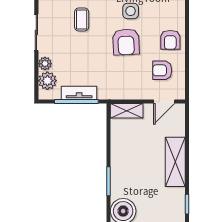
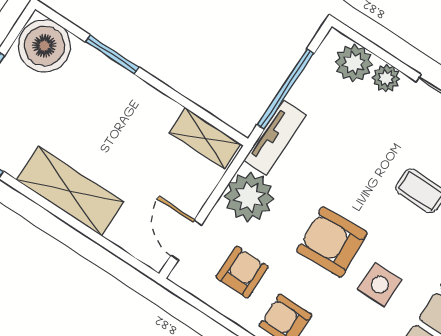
plant: (130, 88) -> (249, 197), added
tv unit: (79, 93) -> (275, 138), moved
shelving: (127, 111) -> (205, 138), moved, turned 90

